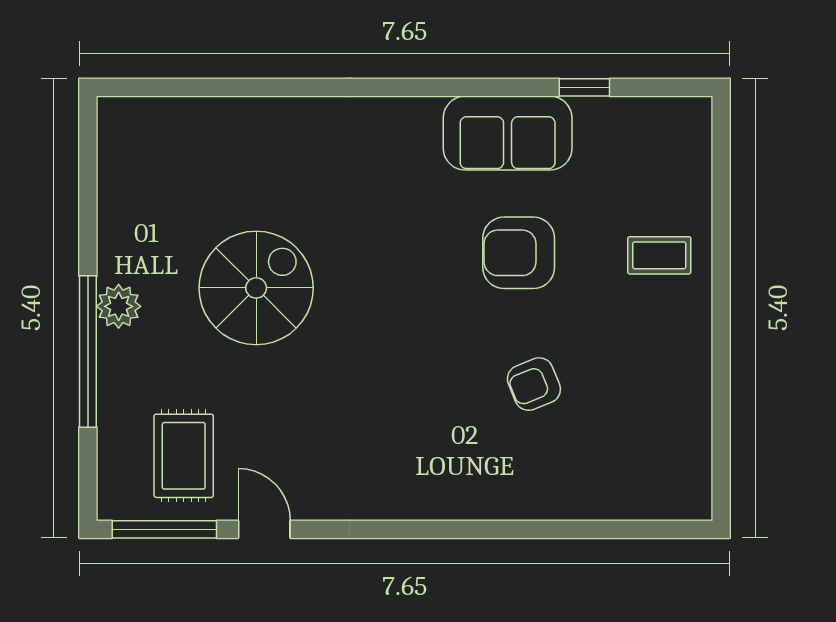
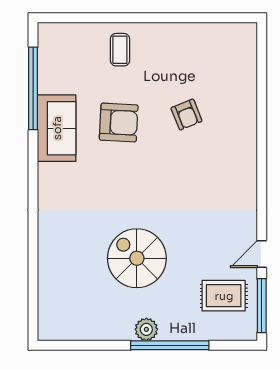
window: (584, 87) -> (33, 88), width x3.17
armchair: (519, 253) -> (119, 122), turned -87

